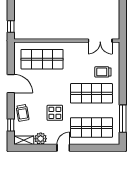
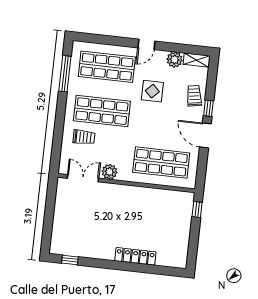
plant: (80, 48) -> (110, 172), added
window: (11, 125) -> (208, 108), moved

